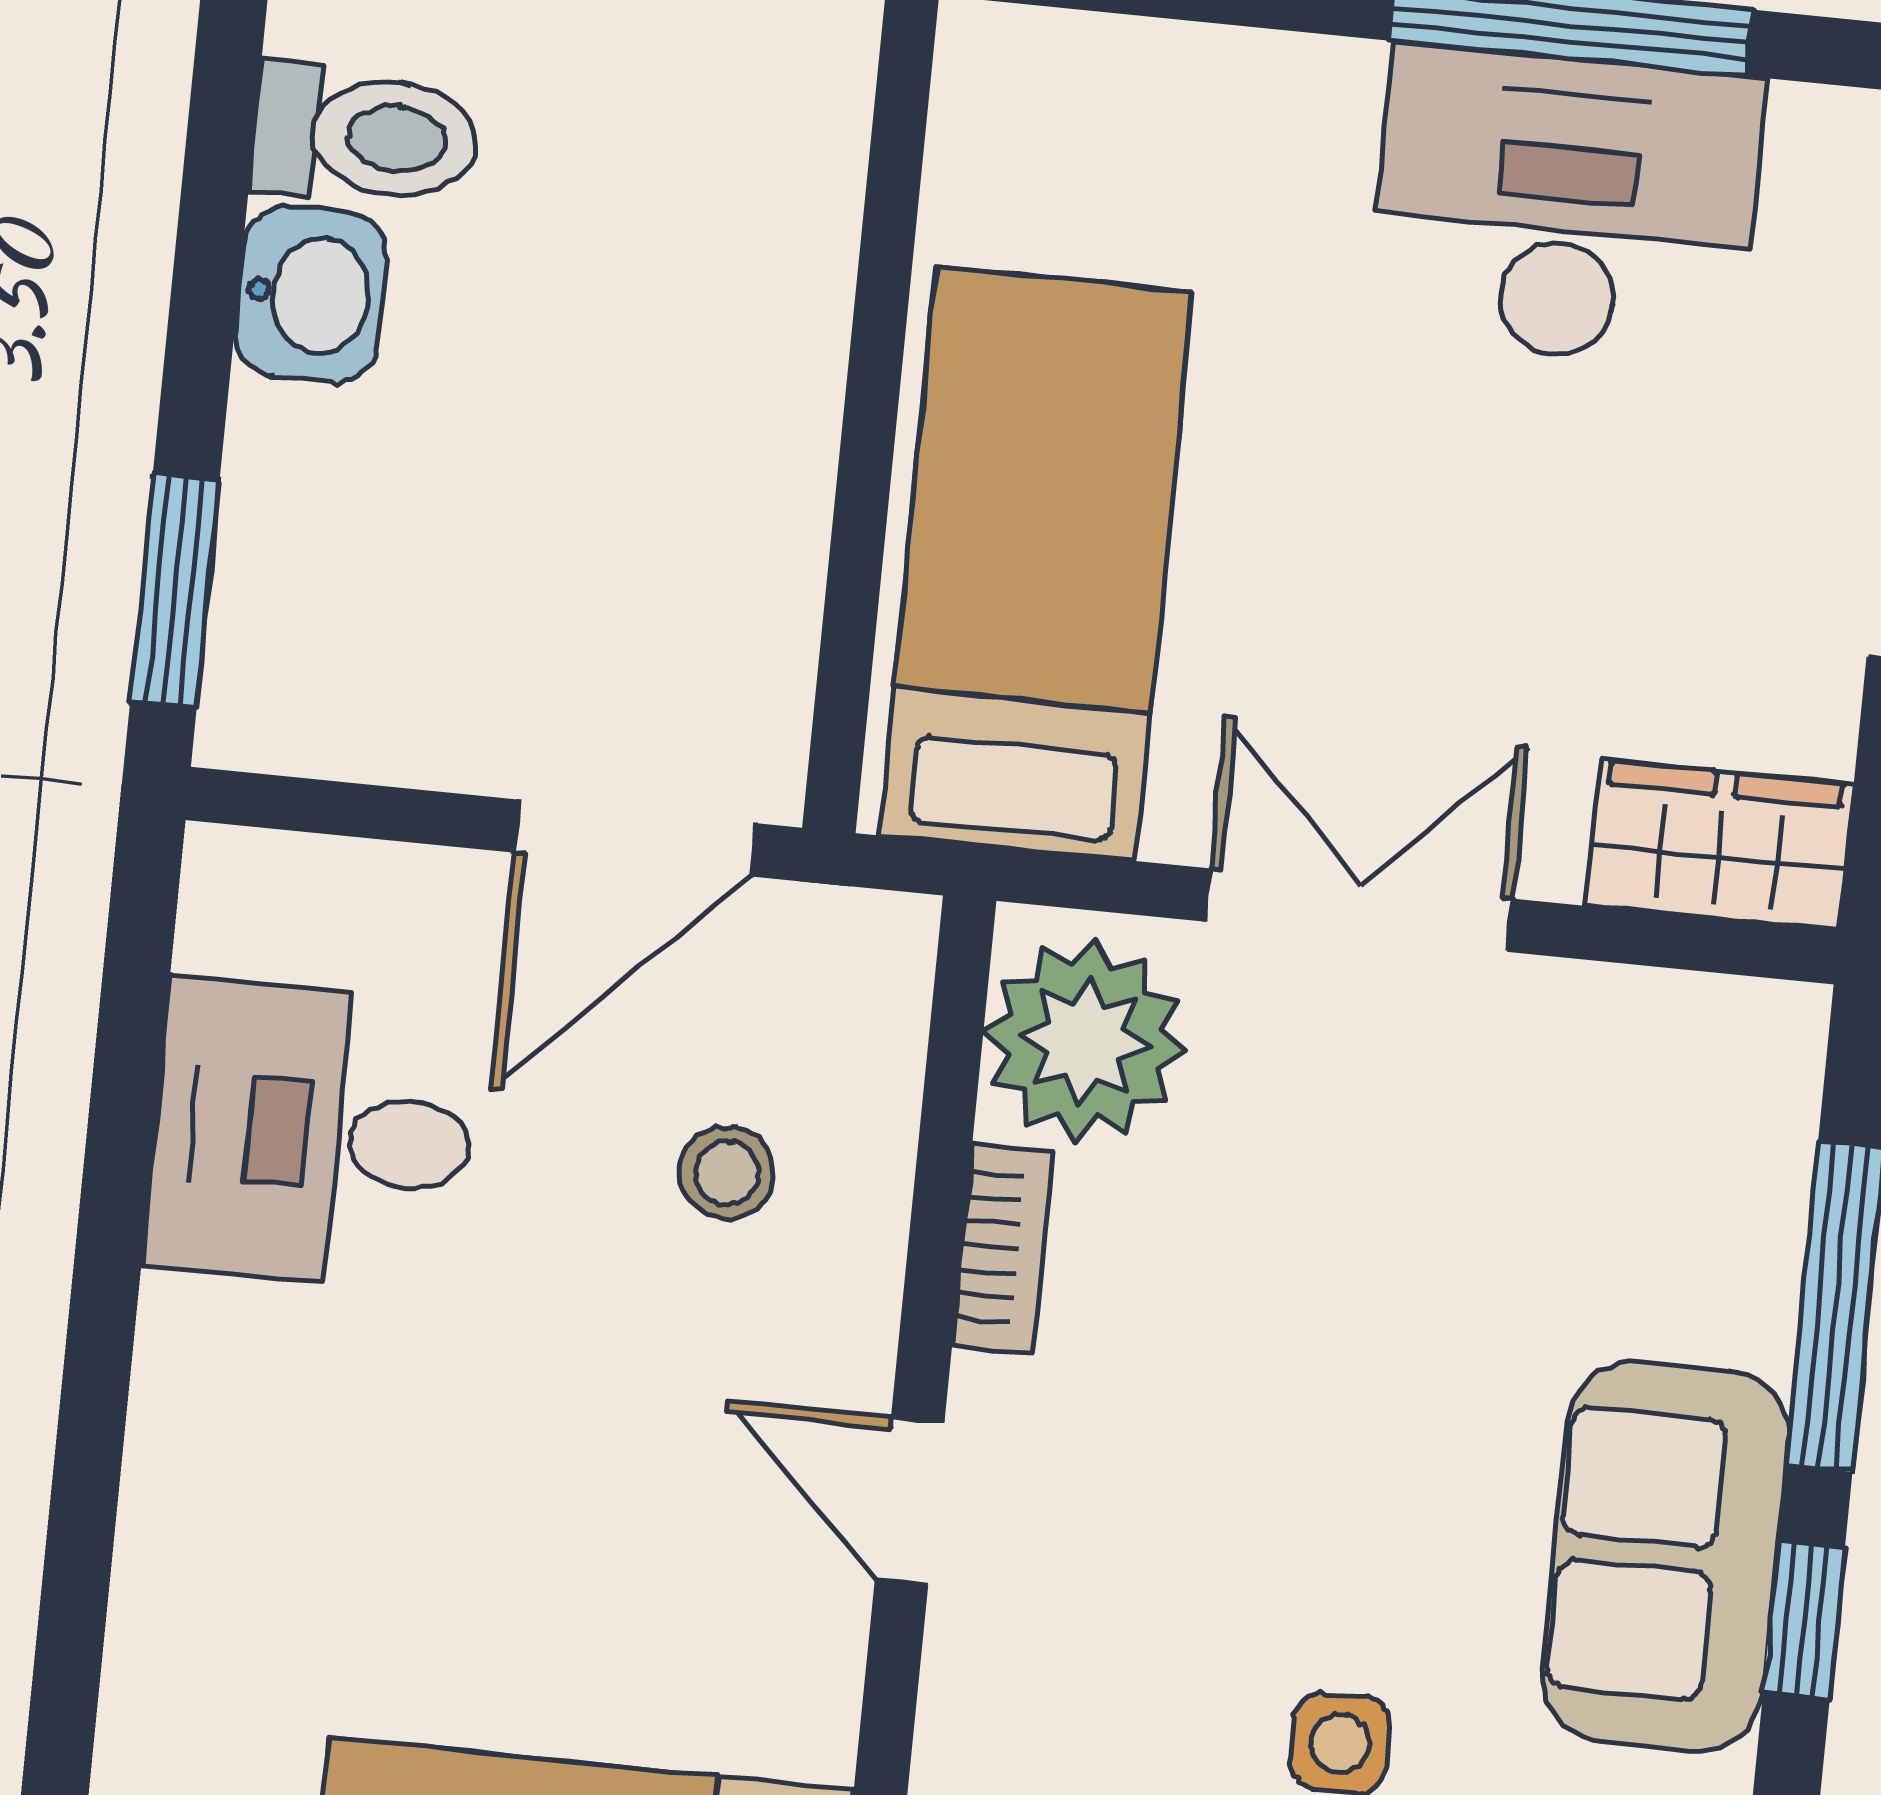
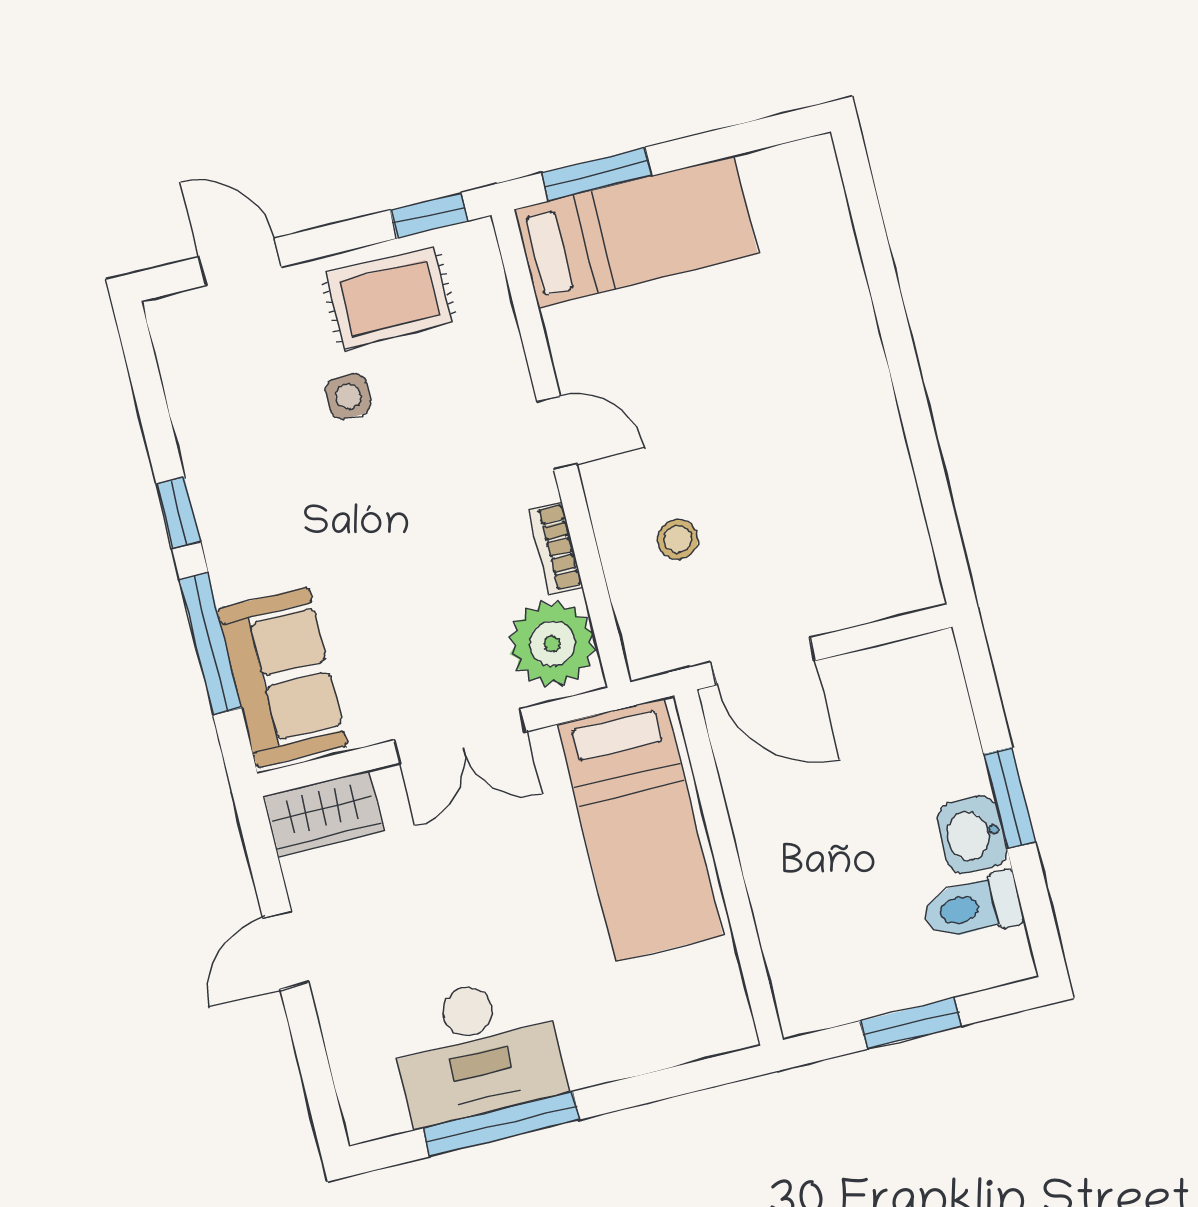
window: (175, 591) -> (1010, 798), moved
door: (635, 838) -> (763, 661), swing flipped
desk: (312, 1135) -> (851, 495), removed
sofa: (1666, 1556) -> (282, 677), moved

